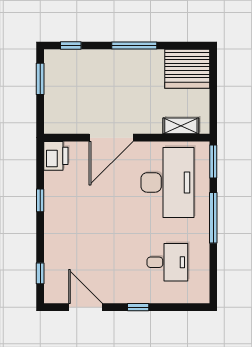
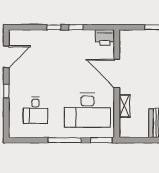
shelving: (181, 126) -> (124, 106), moved
window: (40, 273) -> (54, 27), moved

